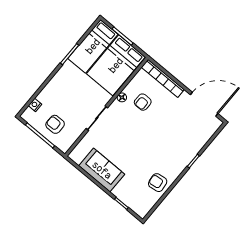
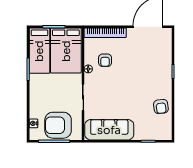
armchair: (55, 124) -> (58, 125), width x1.88, depth x1.88
sofa: (102, 170) -> (109, 130), width x1.36
armchair: (158, 183) -> (161, 107), turned -90

